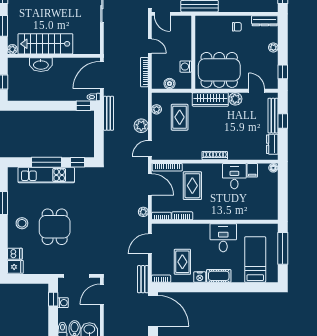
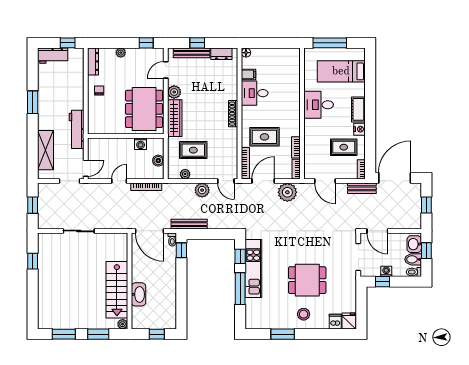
kitchen unit: (46, 175) -> (253, 269), moved
plant: (143, 212) -> (287, 192), width x1.88, depth x1.88

